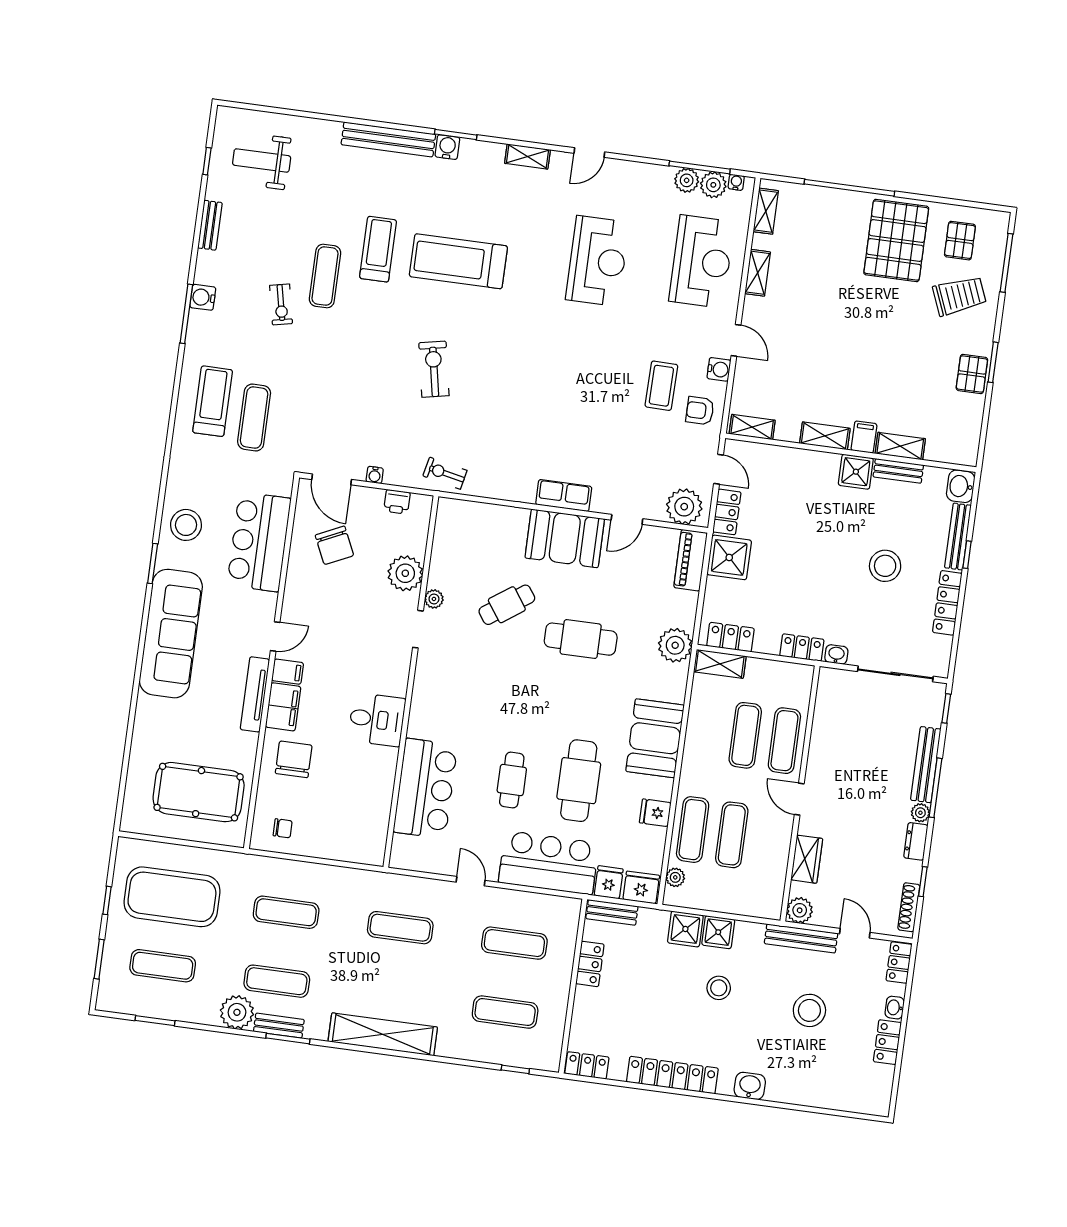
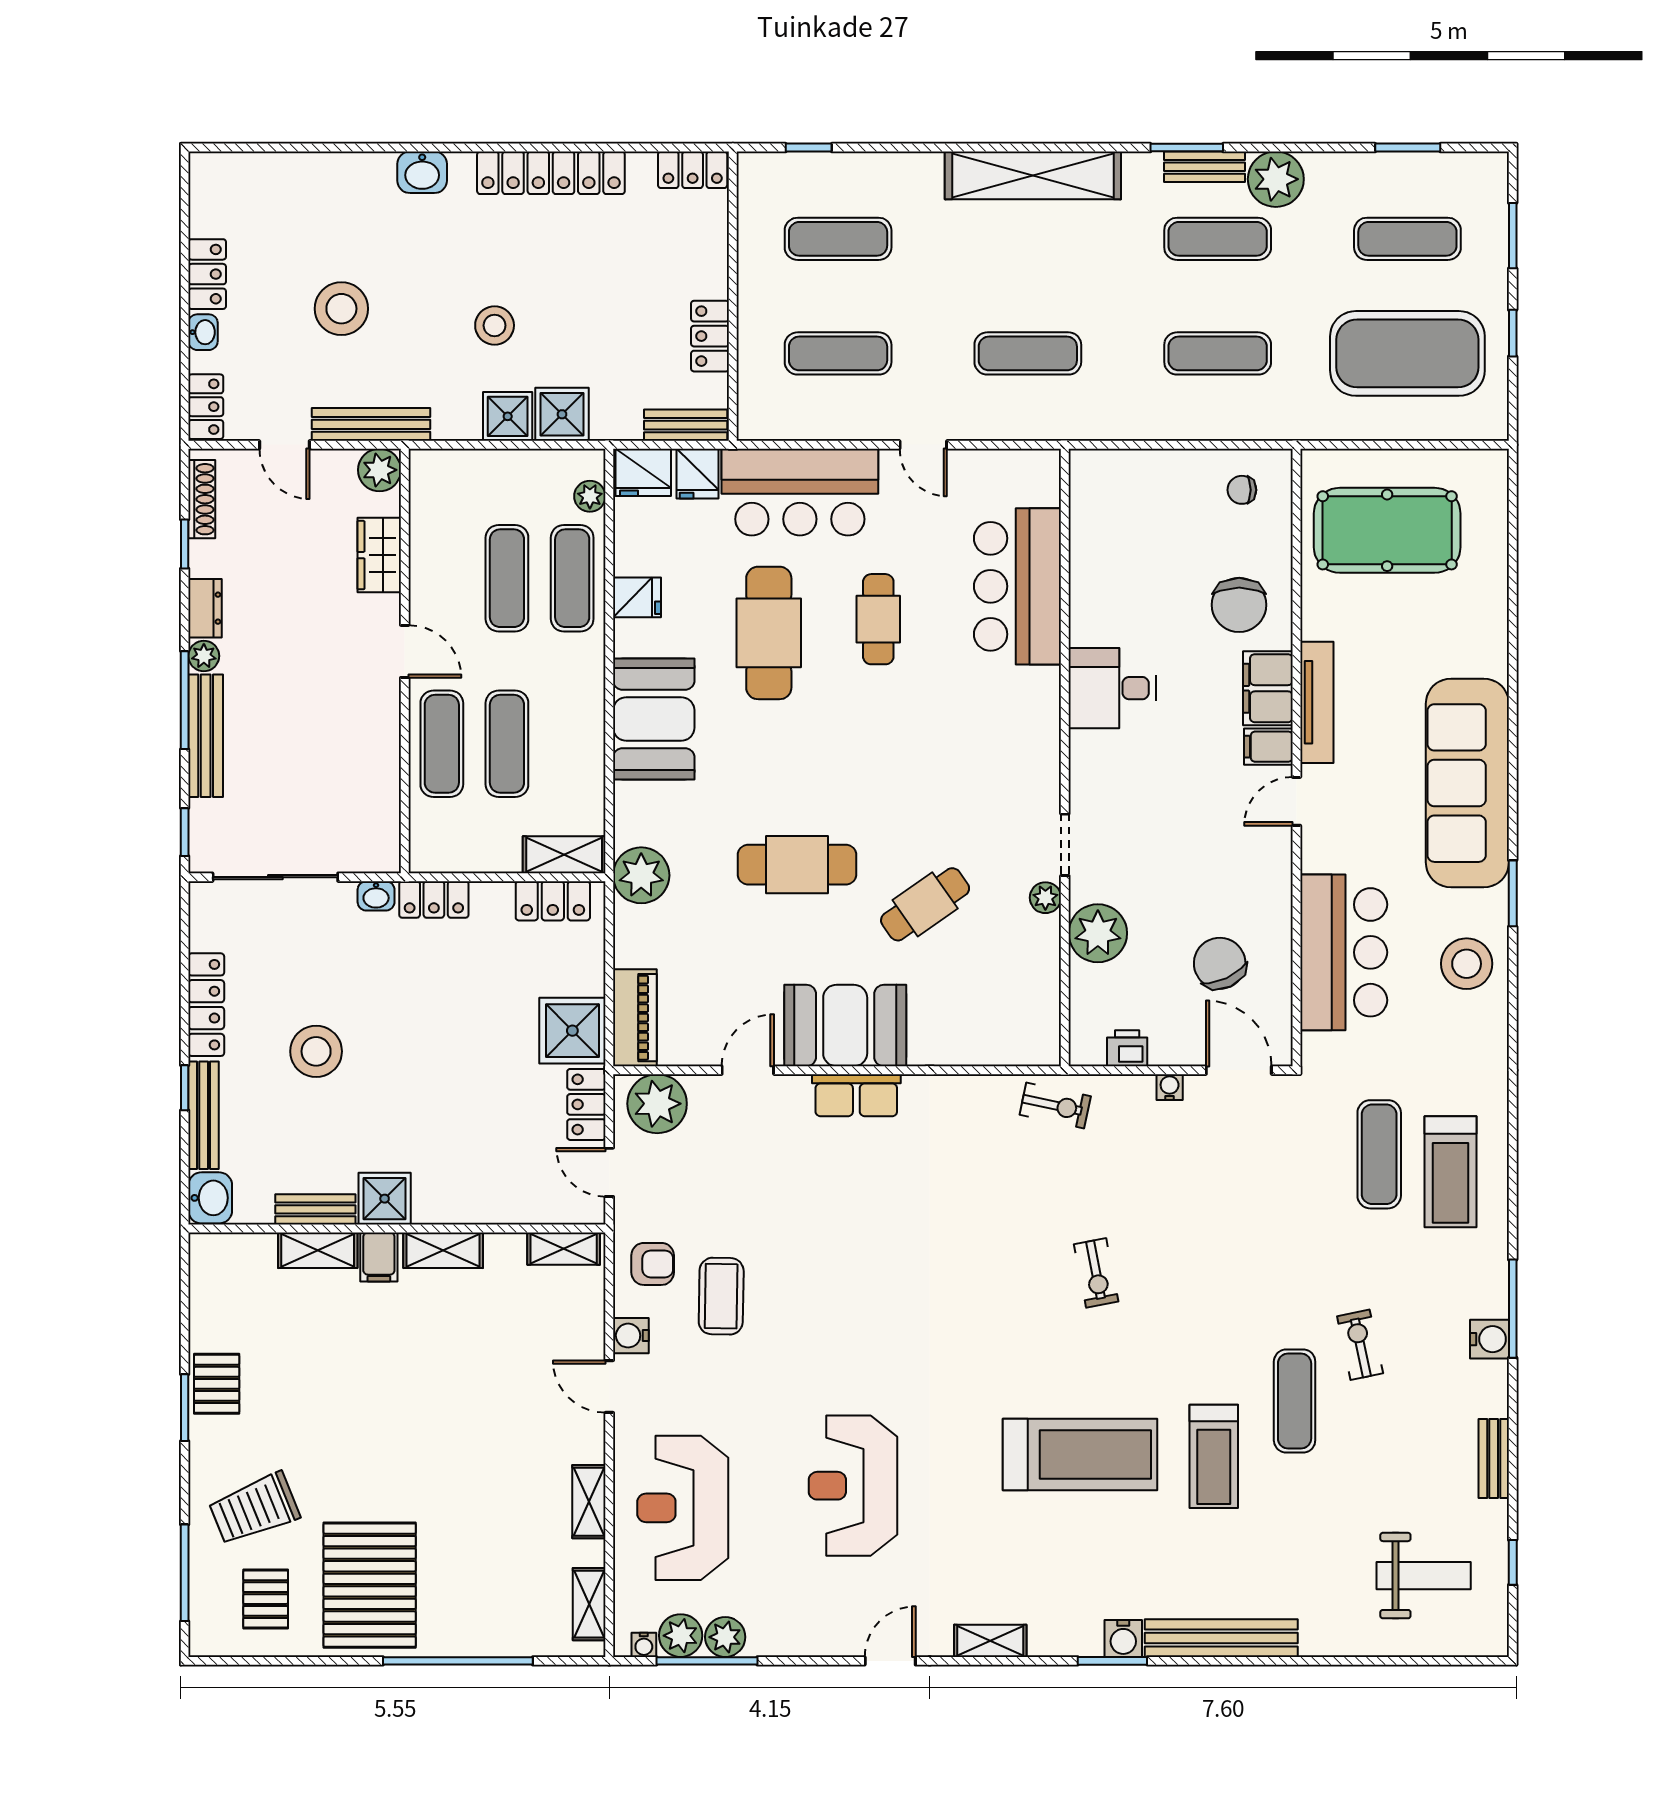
exercise bike: (434, 369) -> (1096, 1273), width x0.73, depth x0.72

